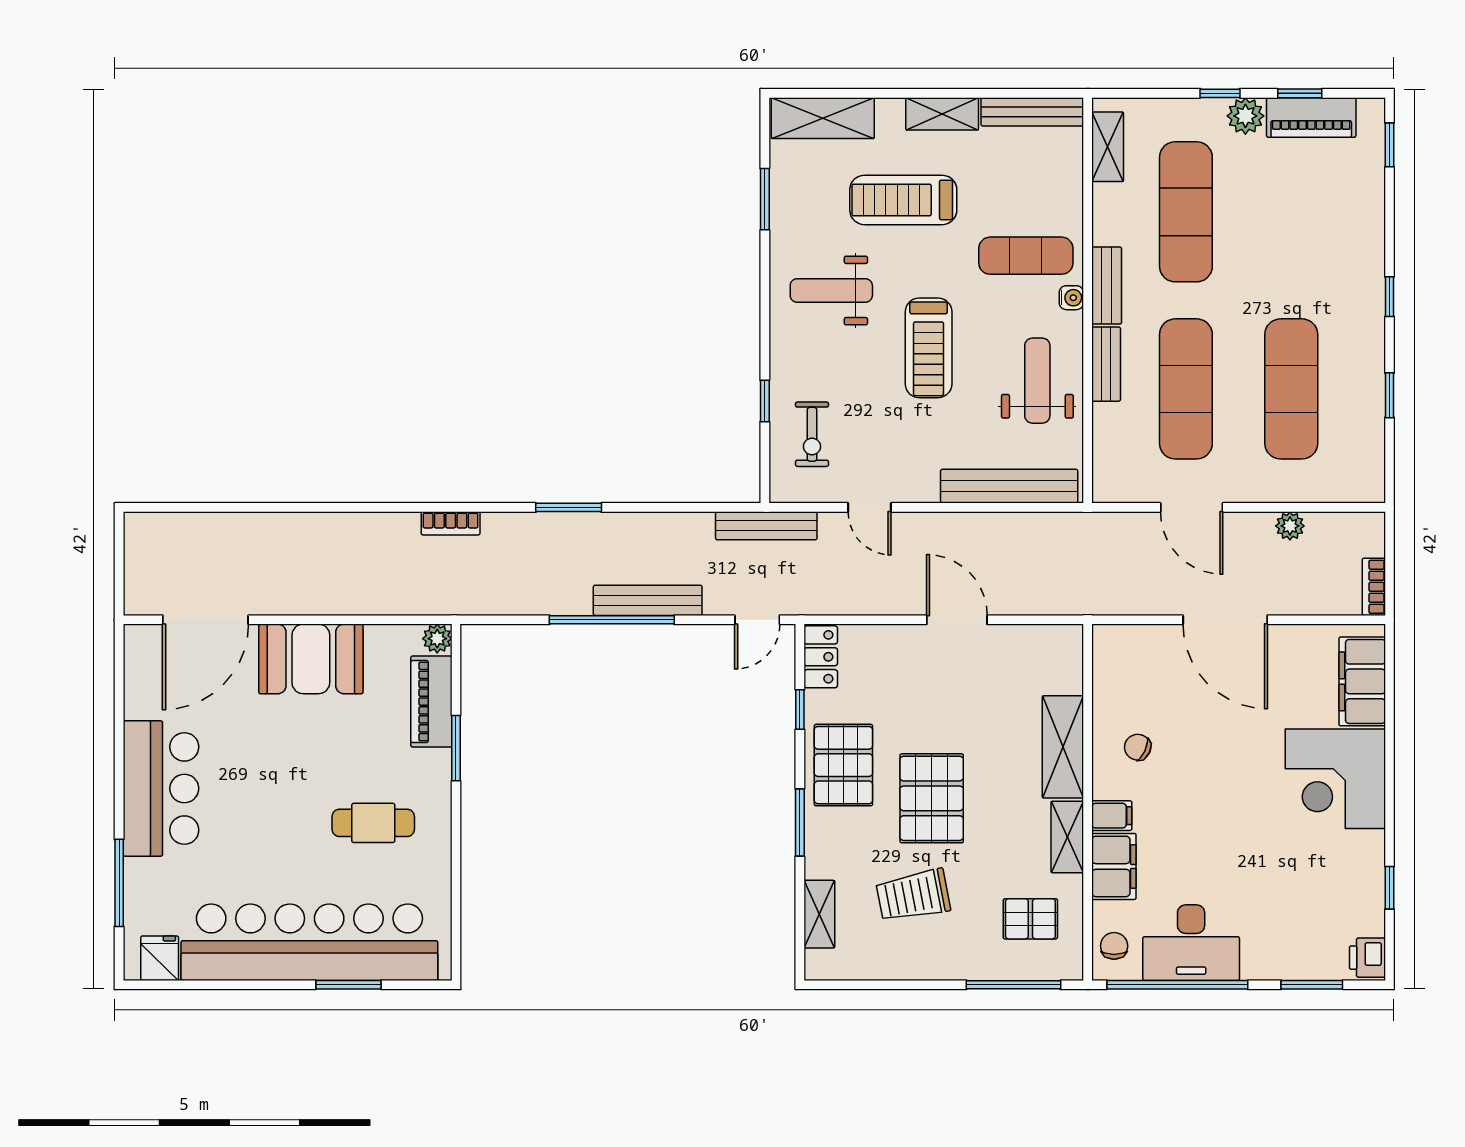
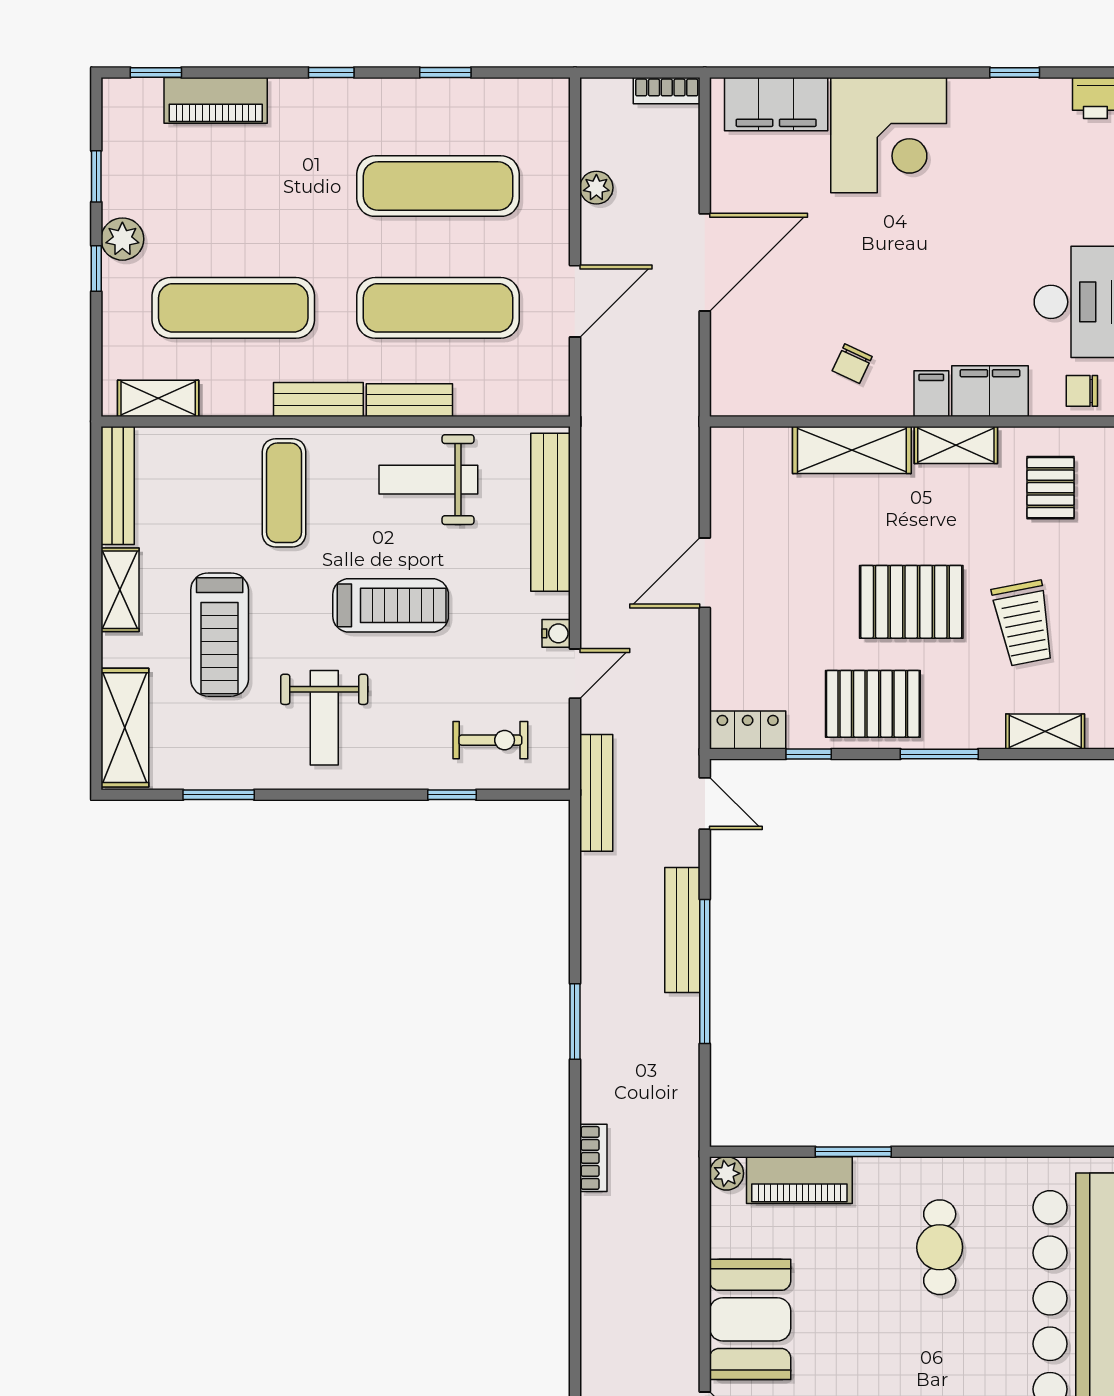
piano: (1311, 117) -> (216, 100), moved, turned 90
water cooler: (1071, 298) -> (556, 633), moved, turned 90

